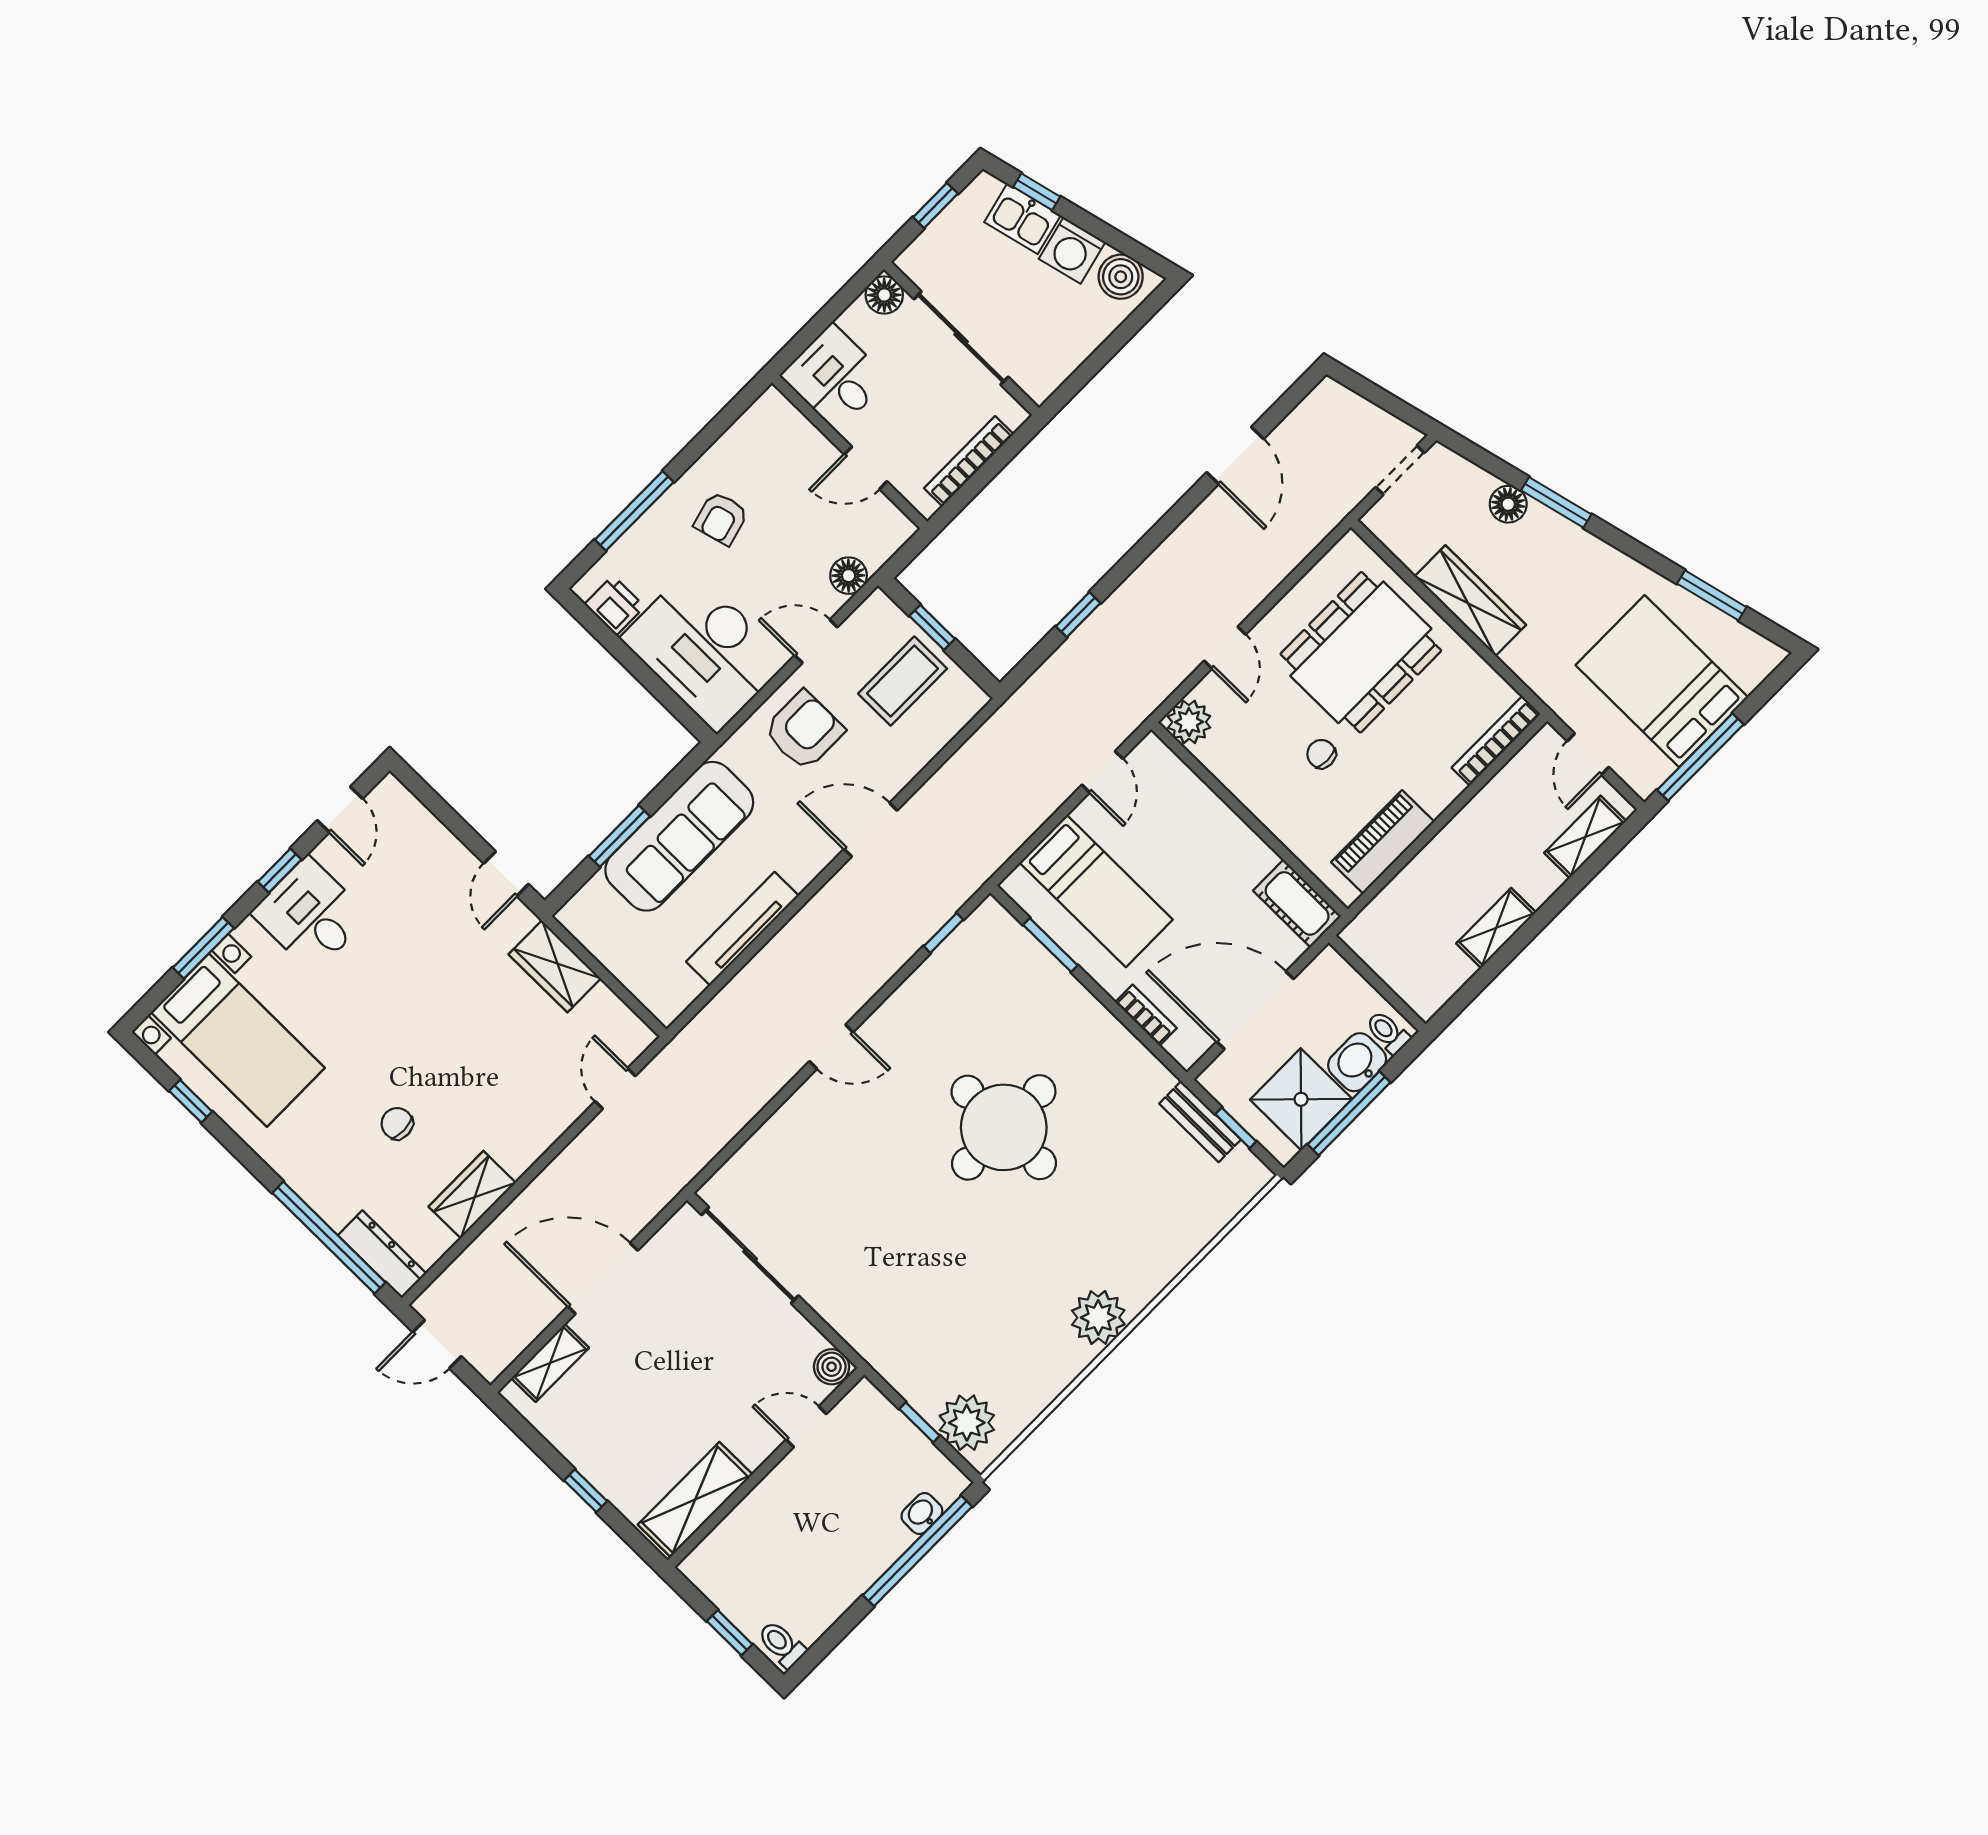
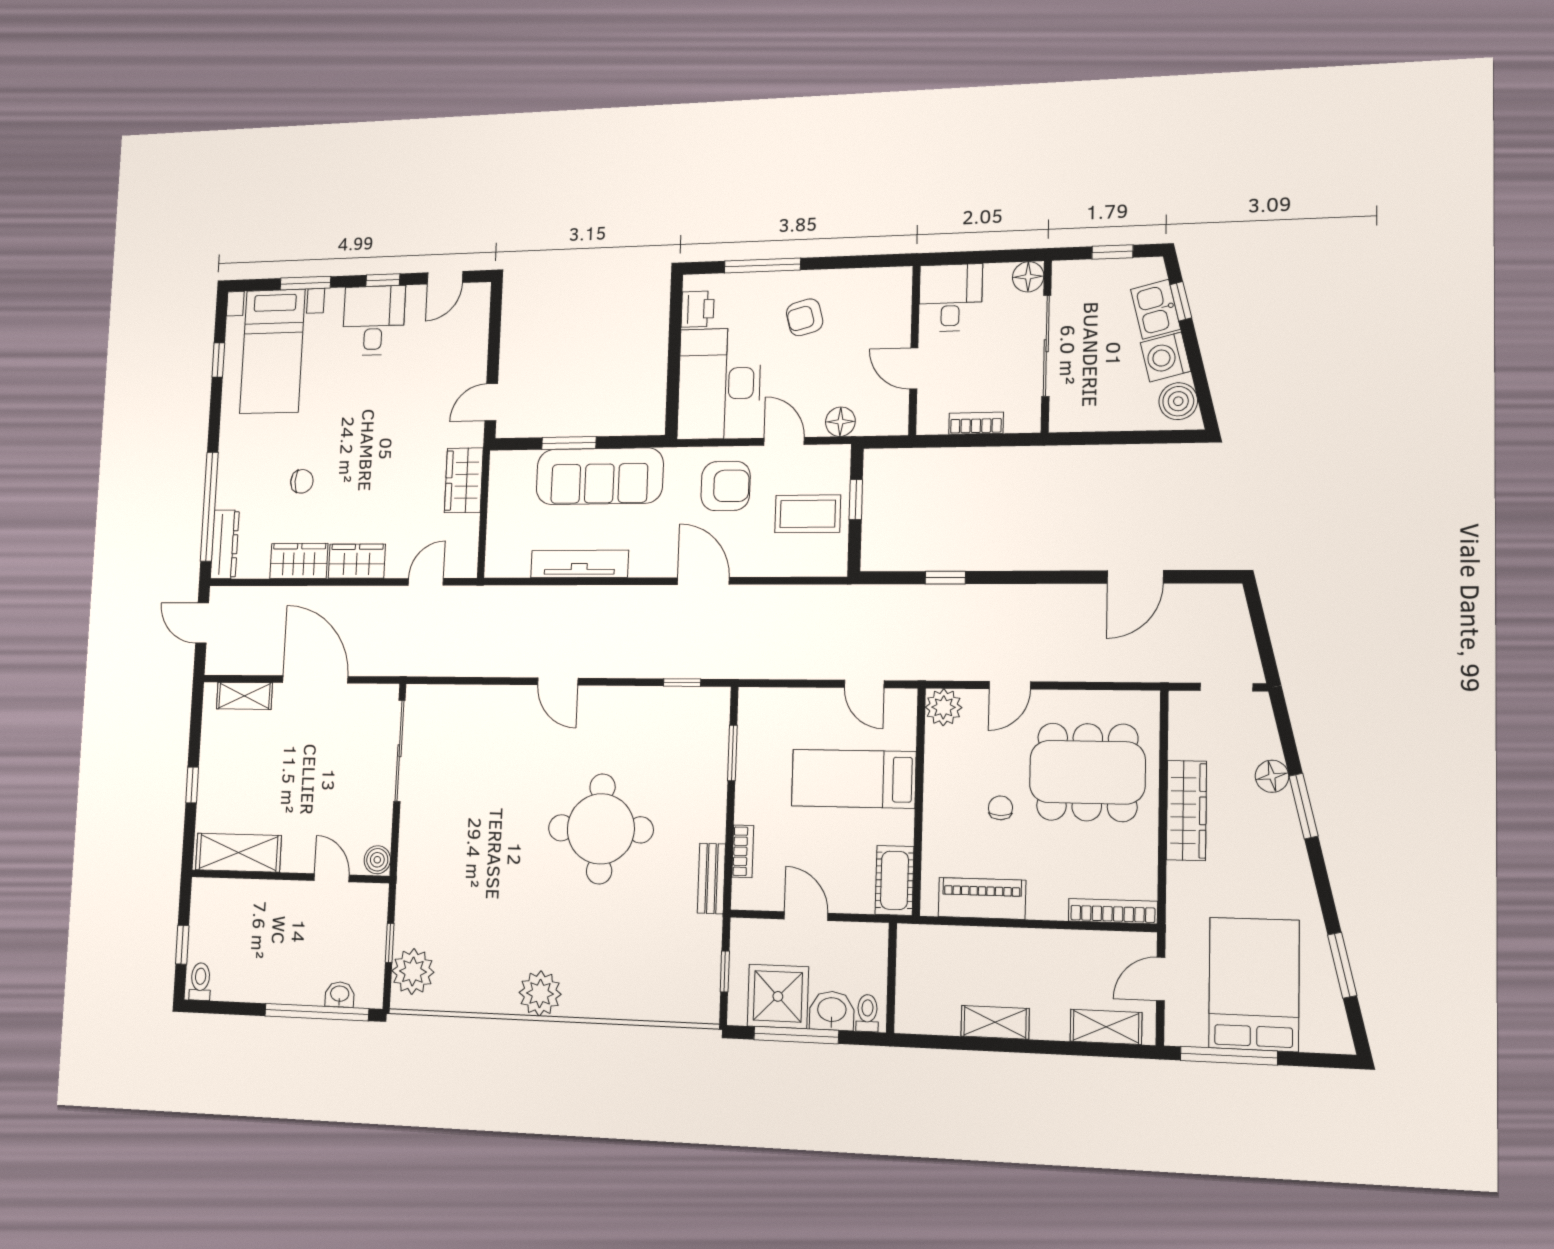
bookcase: (969, 461) -> (976, 423), width x0.64
door: (1102, 772) -> (864, 684), hinge flipped
bed: (1096, 891) -> (854, 779), moved, turned 90
door: (1255, 1010) -> (806, 916), width x0.53
bench: (1200, 1122) -> (711, 879), moved
chair: (397, 1124) -> (302, 481), turned 93
wardrobe: (529, 1138) -> (357, 561), added

